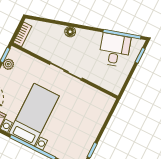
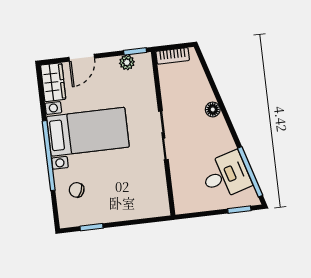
chair: (64, 144) -> (77, 190), added

